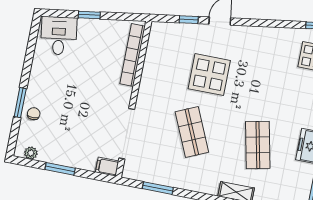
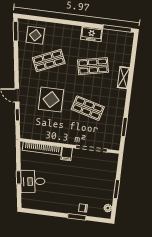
desk: (59, 36) -> (33, 182), moved
shop shelf: (271, 75) -> (49, 61), added
shop shelf: (192, 132) -> (88, 108), turned 39
filing cabinet: (107, 167) -> (67, 154), moved

